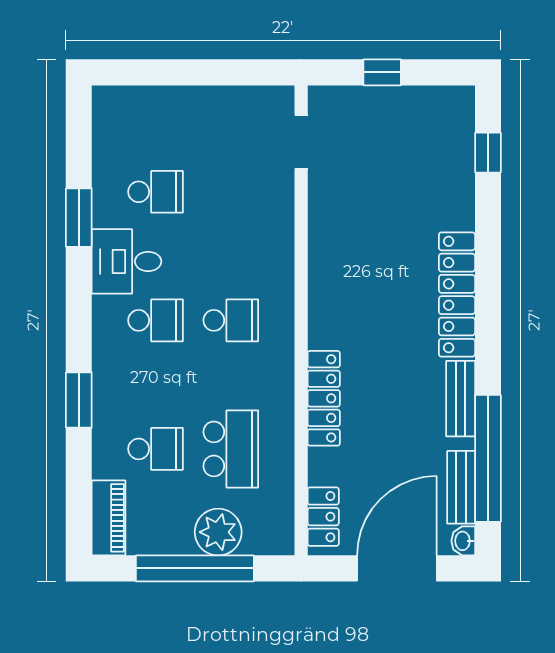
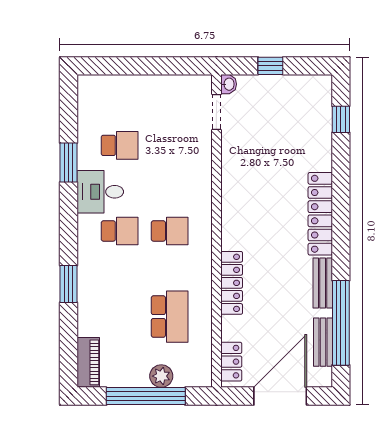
school desk: (156, 449) -> (120, 317), removed
plant: (218, 532) -> (161, 376), width x0.73, depth x0.73
washbasin: (463, 541) -> (229, 84), moved, turned 180

